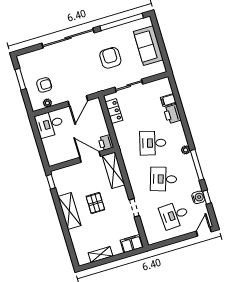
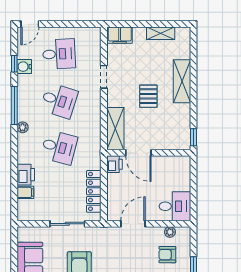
locker: (114, 111) -> (94, 191), width x1.53
shelving: (69, 211) -> (182, 81), moved

